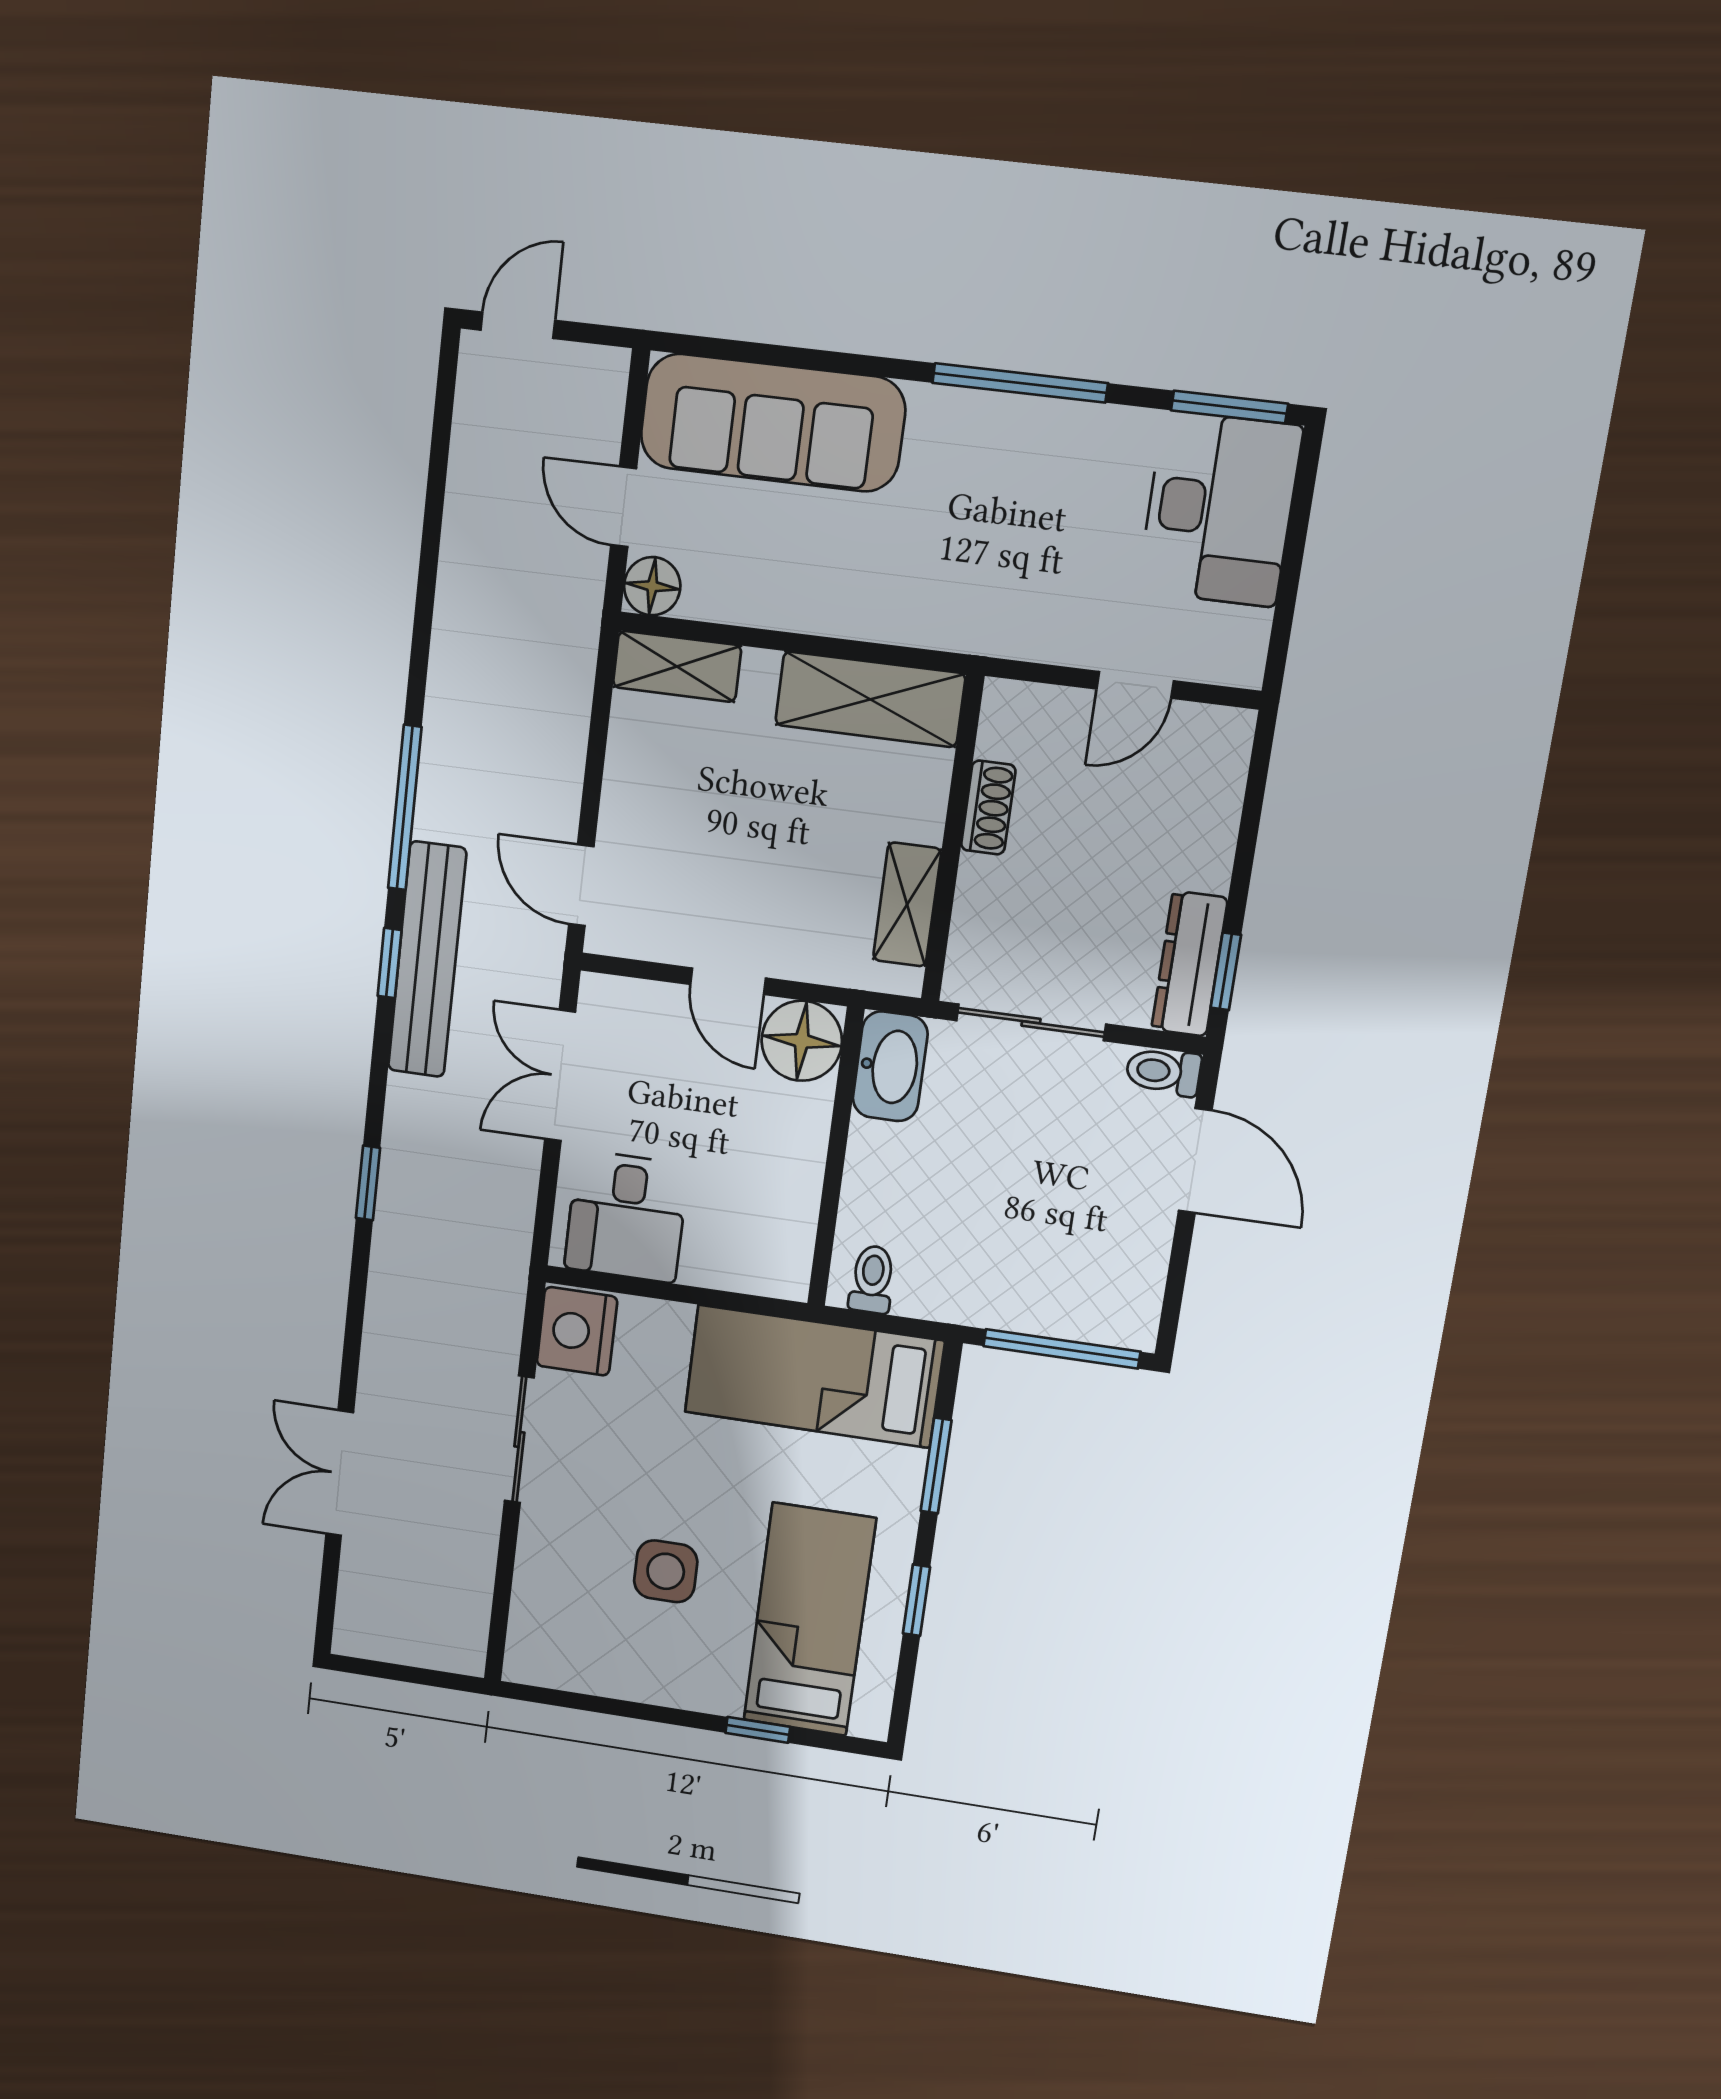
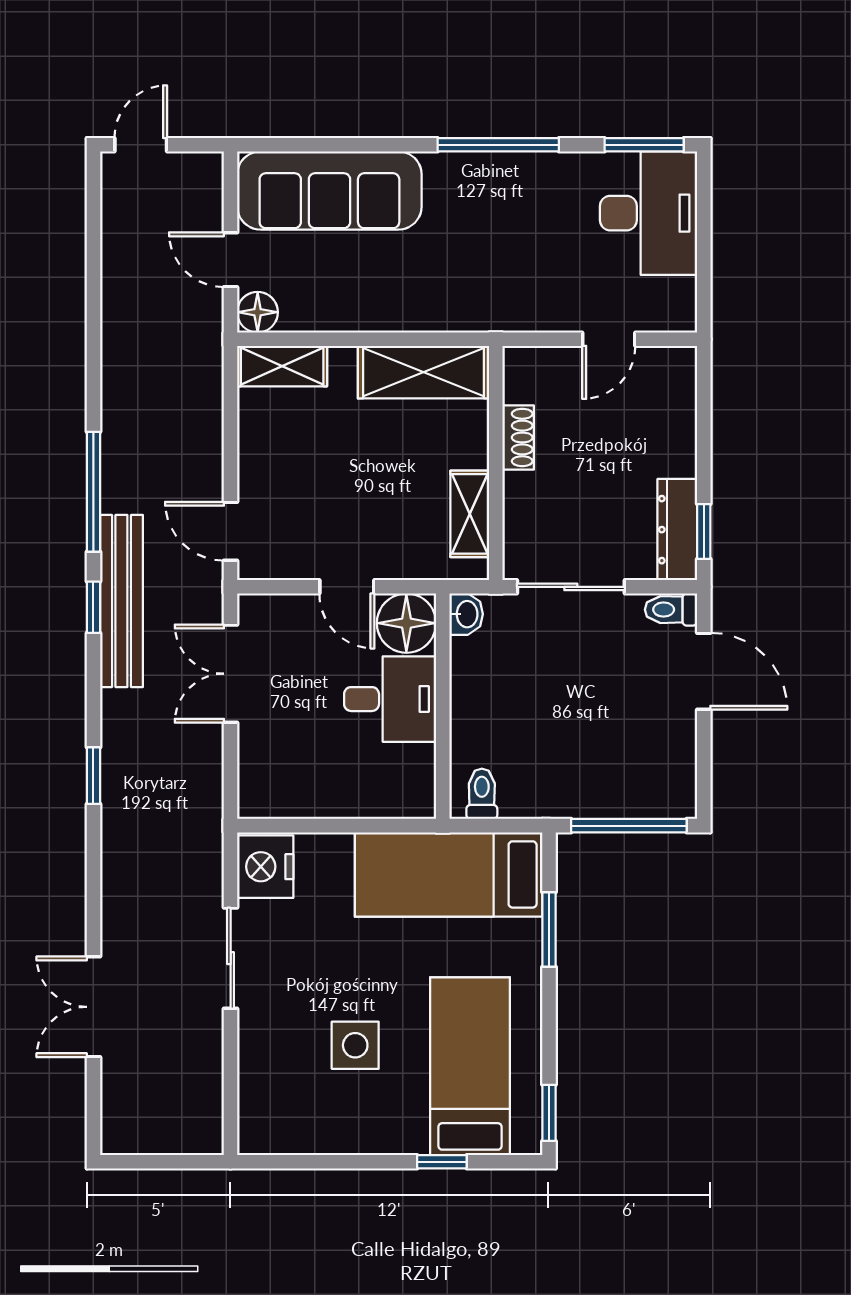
washbasin: (890, 1066) -> (466, 614), width x0.52, depth x0.69
desk: (626, 1217) -> (390, 699), moved, turned -90
window: (916, 1600) -> (549, 1113), moved

